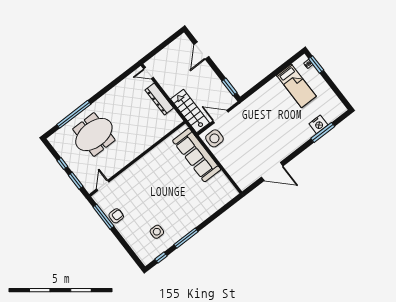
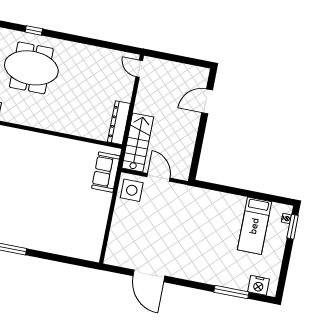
window: (229, 87) -> (195, 161), removed
dresser: (159, 99) -> (119, 123), moved
window: (74, 114) -> (34, 30), width x0.32
nightstand: (318, 124) -> (259, 285), moved
sofa: (197, 155) -> (106, 172), width x0.54, depth x0.79

